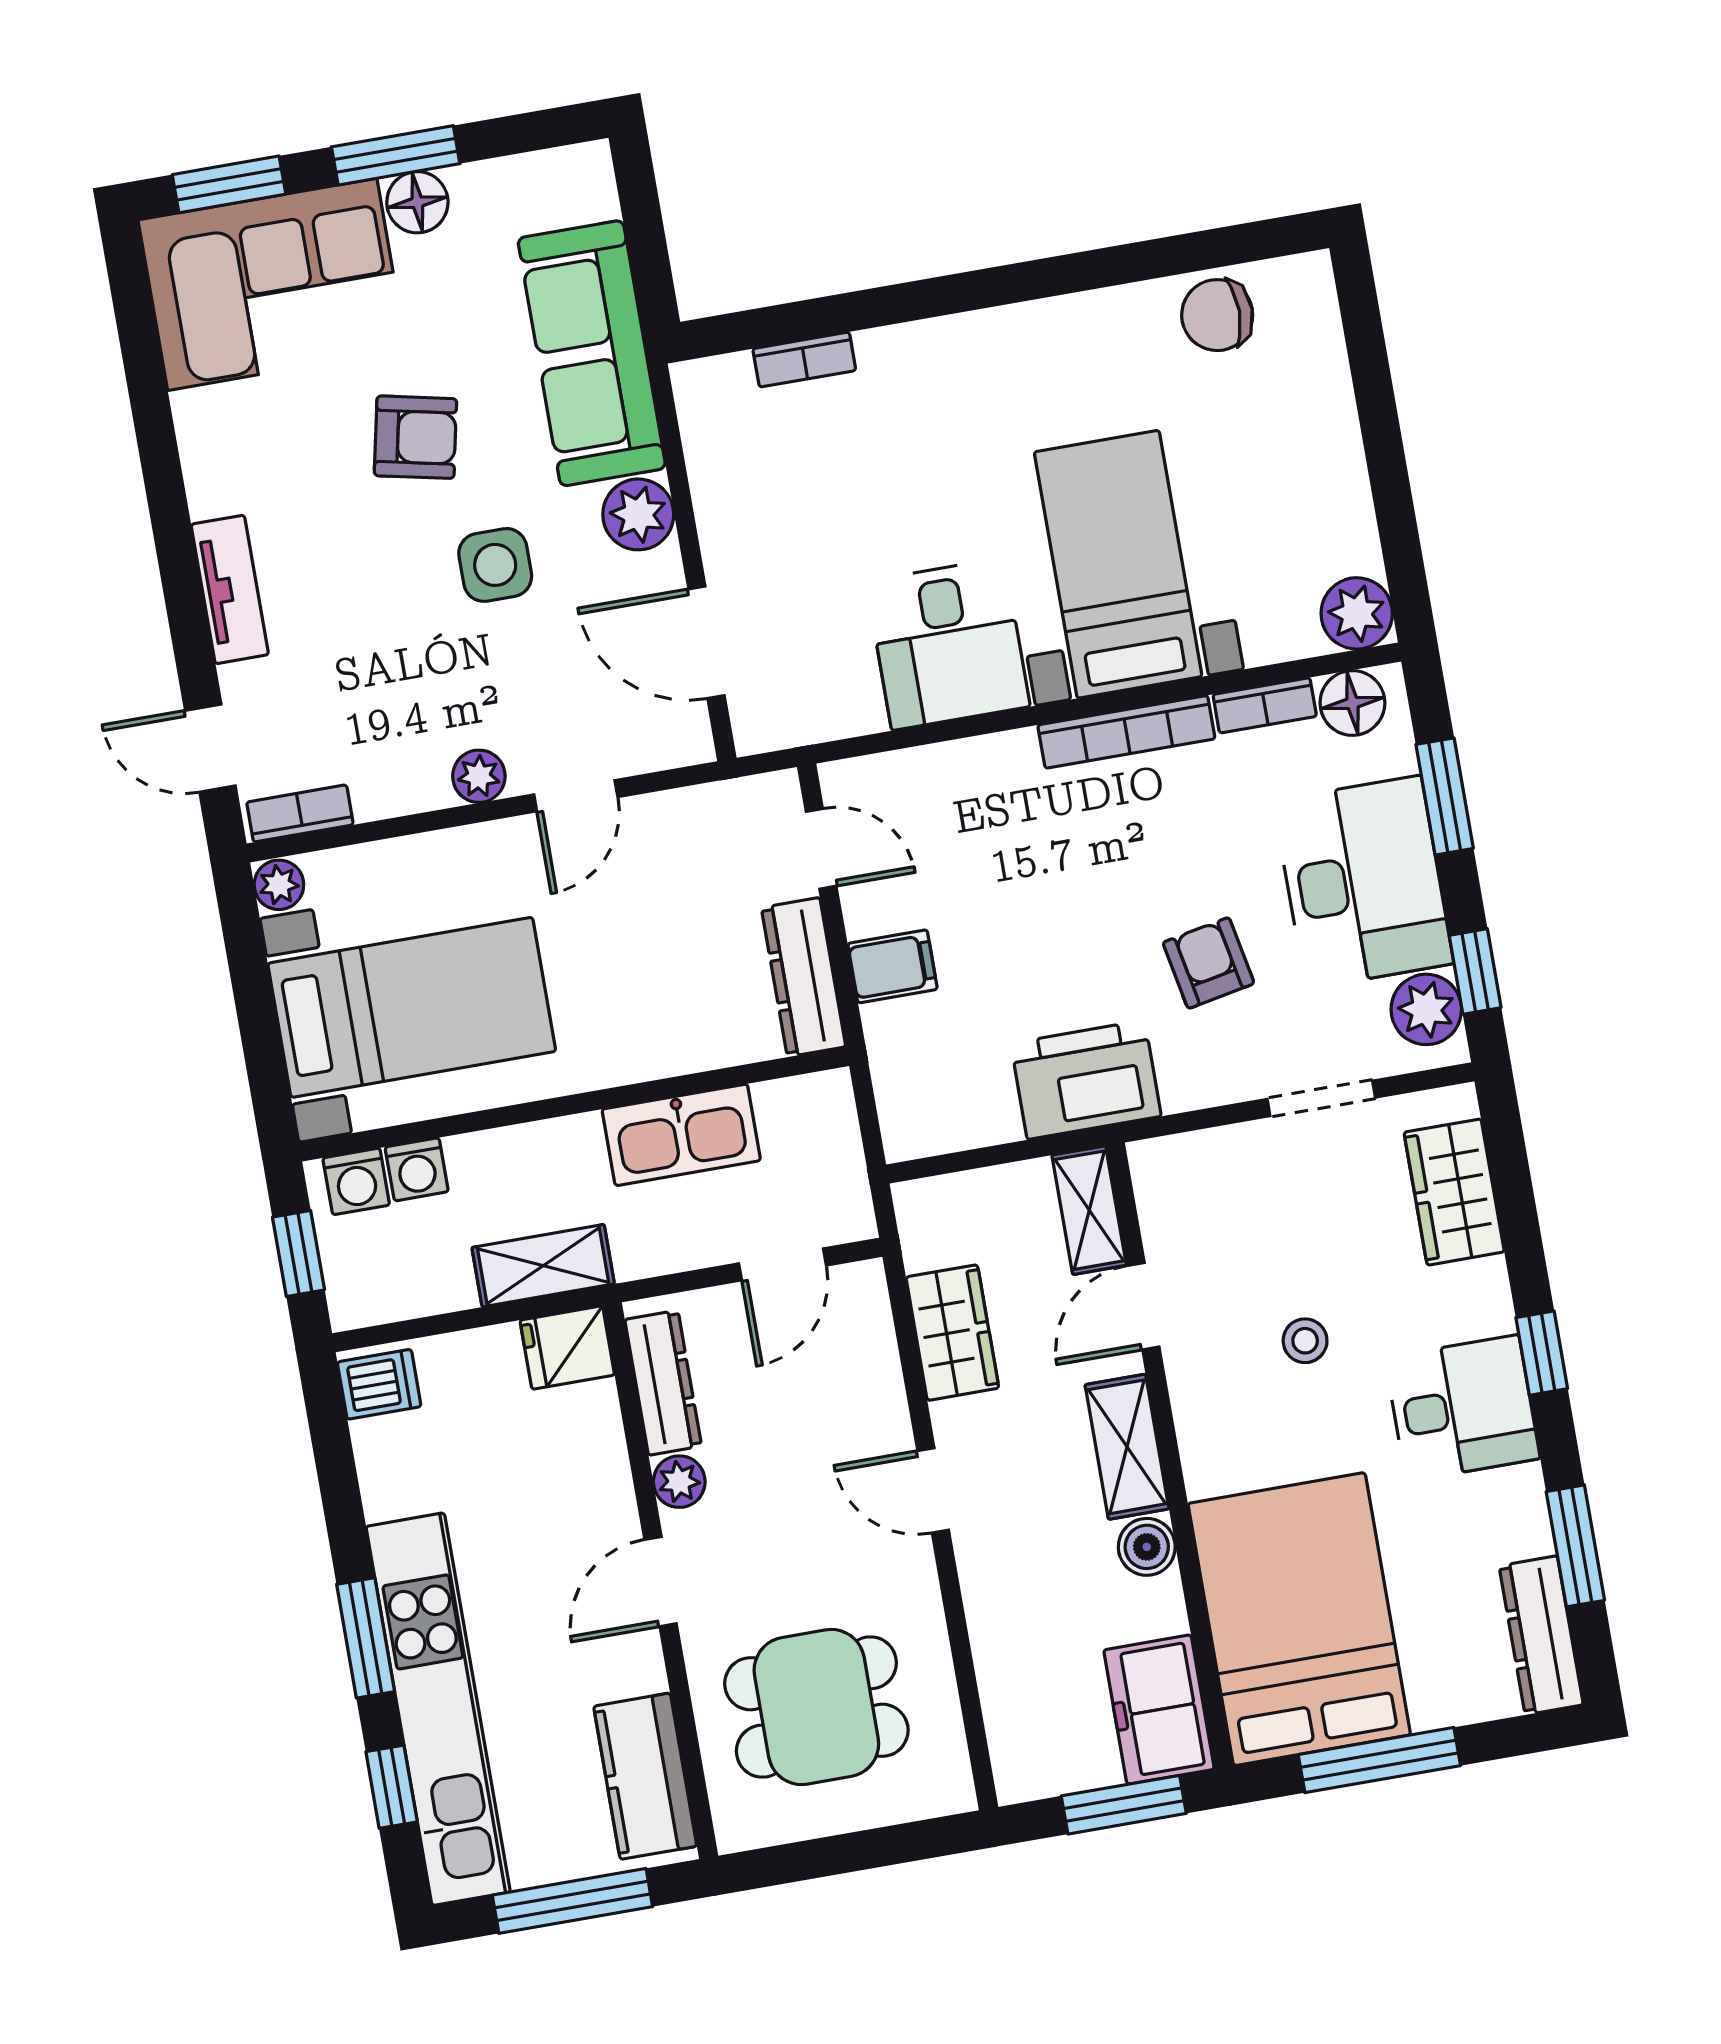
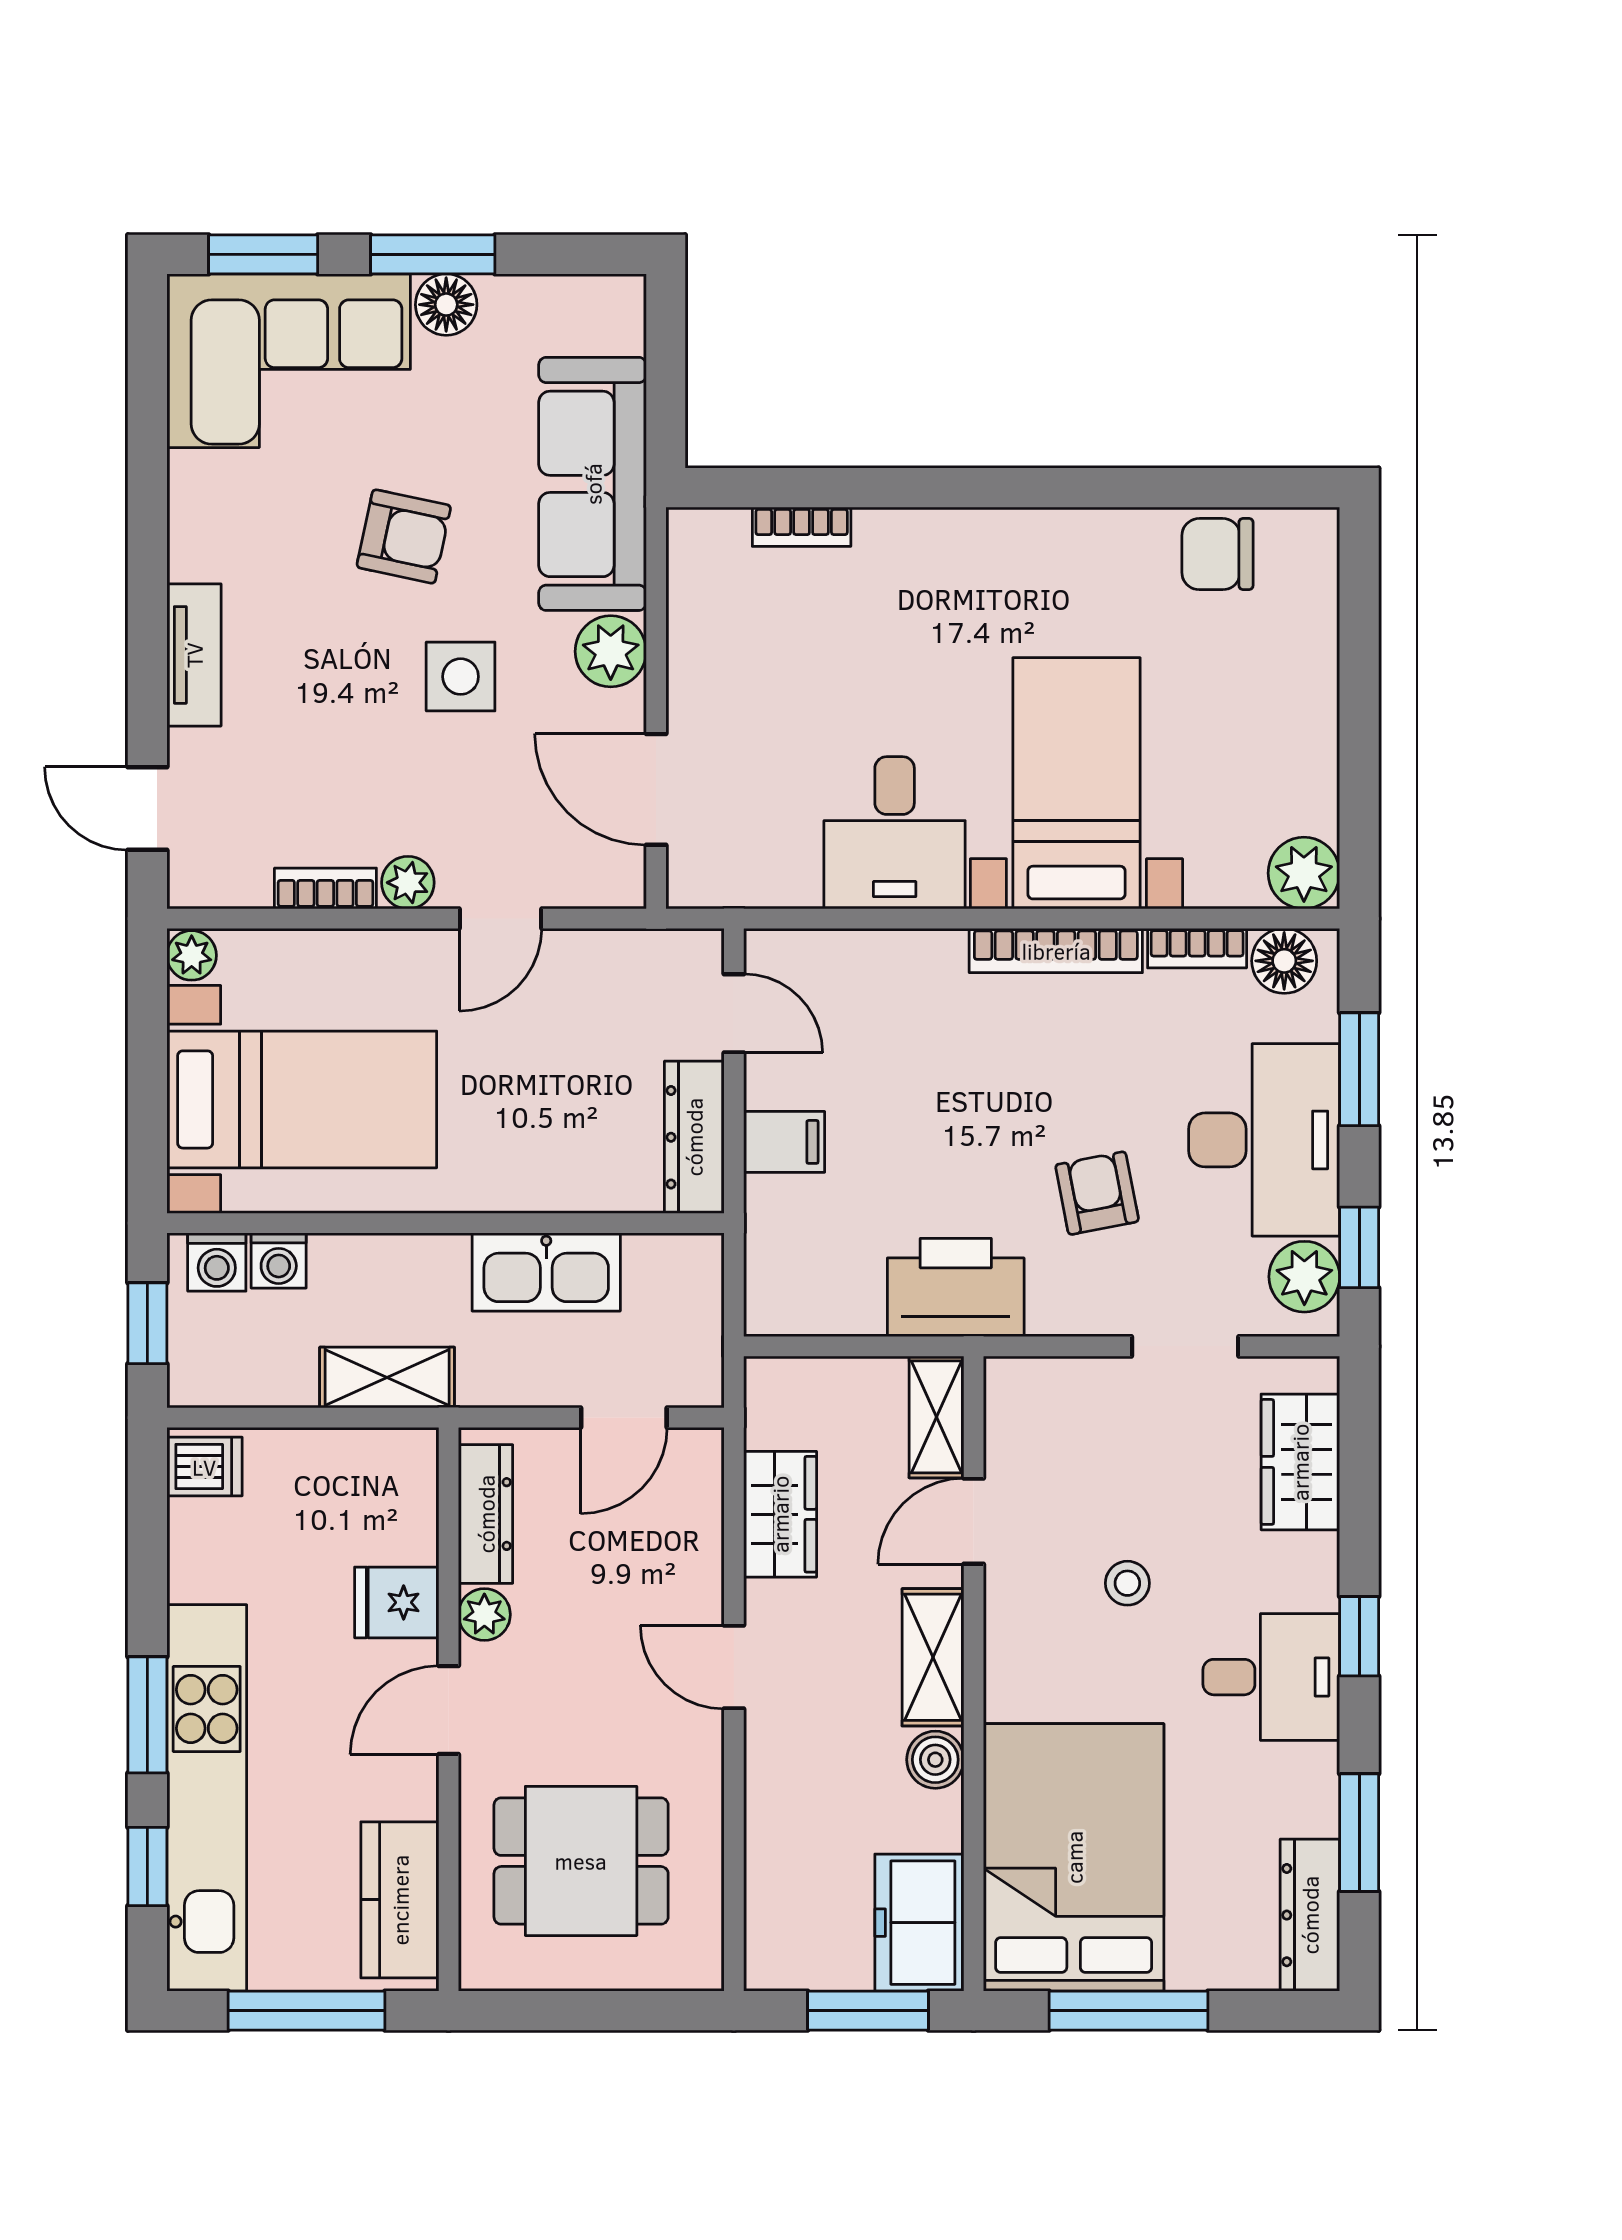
bookcase: (300, 813) -> (325, 888), moved
fridge: (567, 1348) -> (397, 1602), moved

